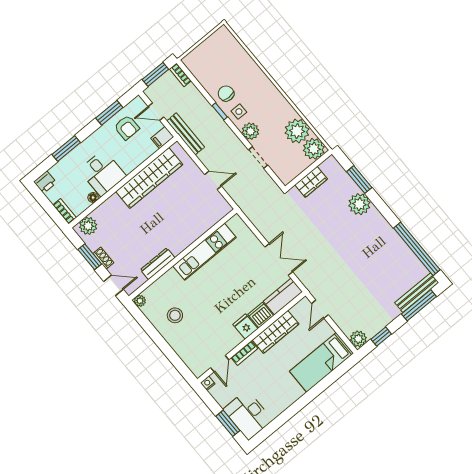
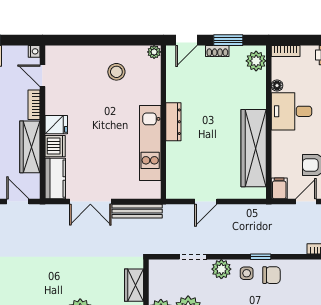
bench: (186, 134) -> (137, 211), moved
dresser: (158, 264) -> (173, 122), moved

